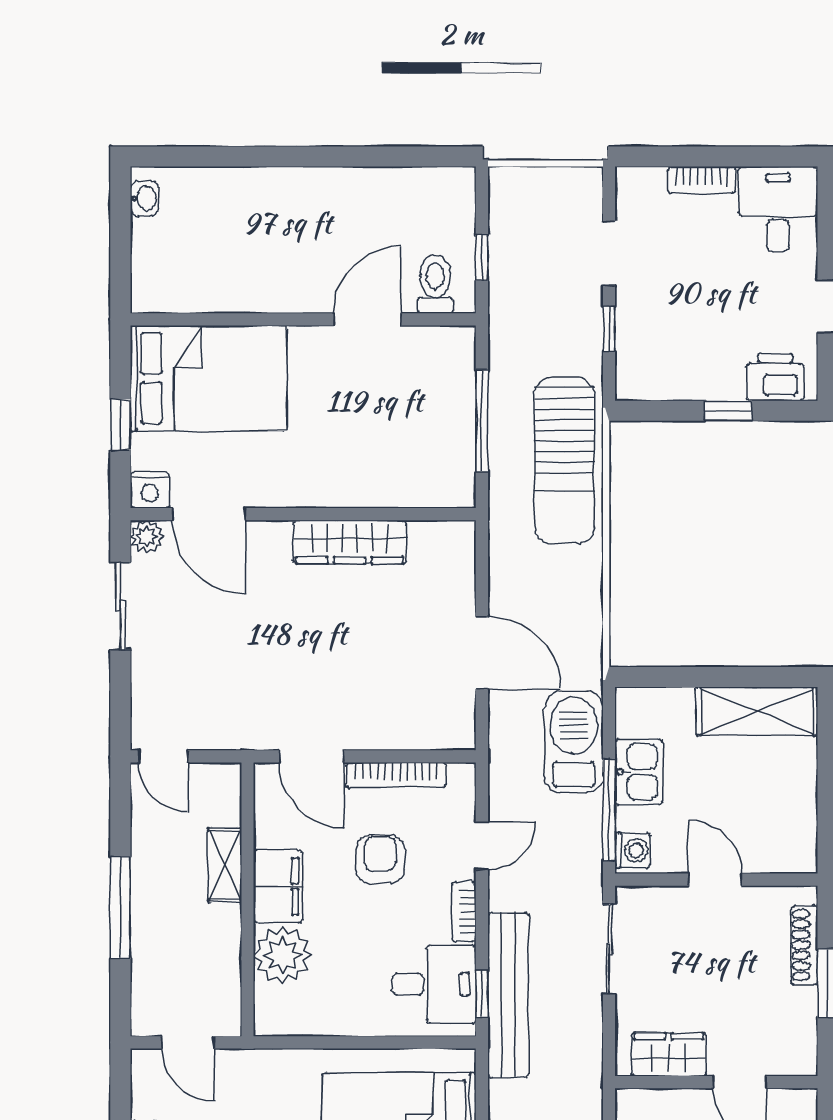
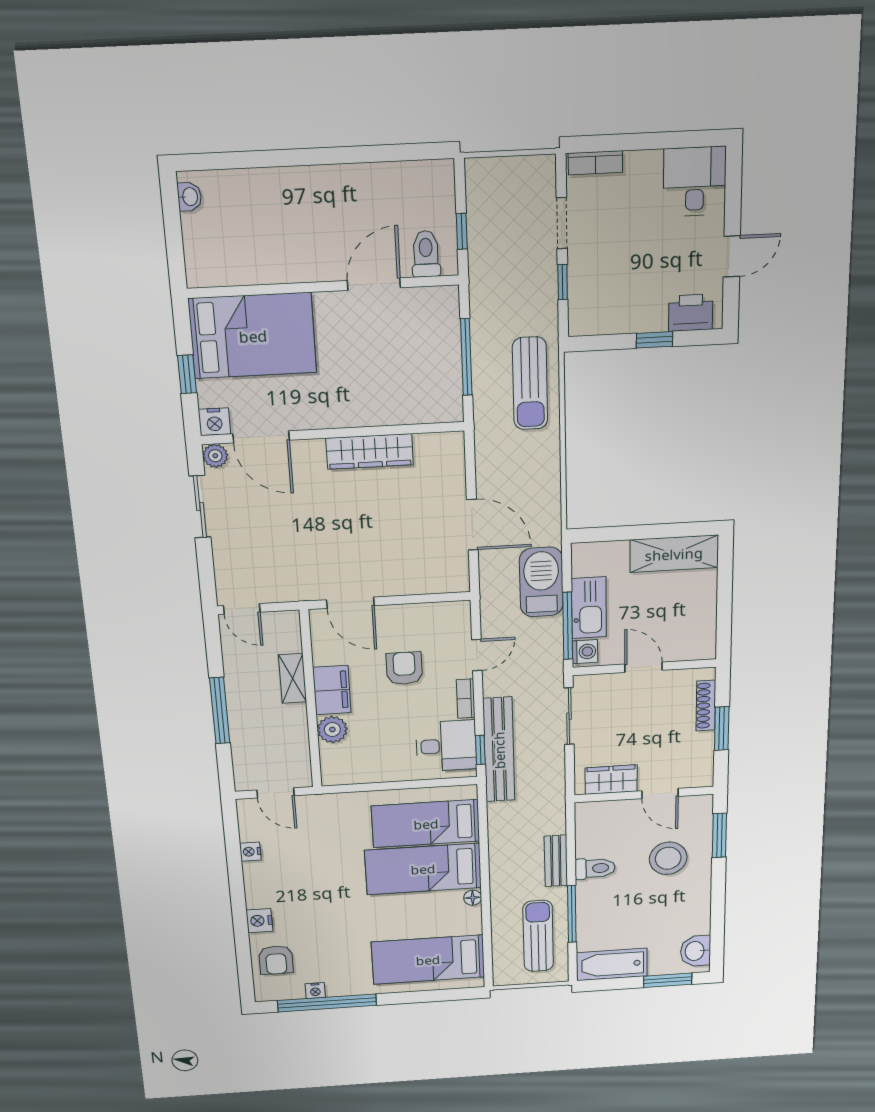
bookcase: (702, 180) -> (595, 163), moved
sun lounger: (564, 461) -> (530, 383), width x0.73, depth x0.75
kitchen sink: (639, 772) -> (589, 608), width x1.38
bookcase: (396, 775) -> (413, 612), removed
plant: (283, 955) -> (332, 730), width x0.73, depth x0.73

